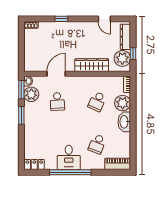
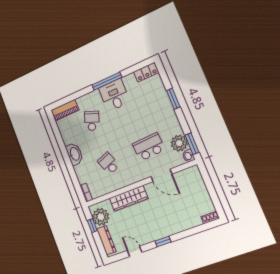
window: (61, 19) -> (163, 242), moved
door: (56, 74) -> (162, 175), hinge flipped
school desk: (57, 101) -> (149, 147), width x1.85
school desk: (97, 101) -> (109, 163), turned -45
plant: (123, 103) -> (83, 172), removed
window: (21, 115) -> (173, 99), moved
window: (70, 172) -> (107, 81), width x0.68

